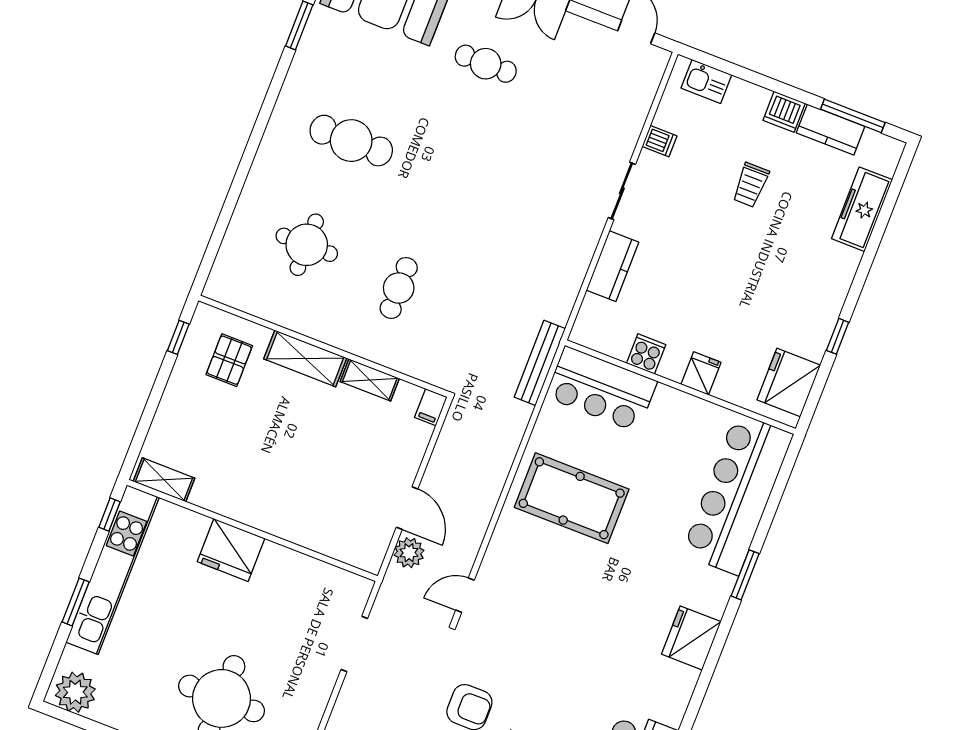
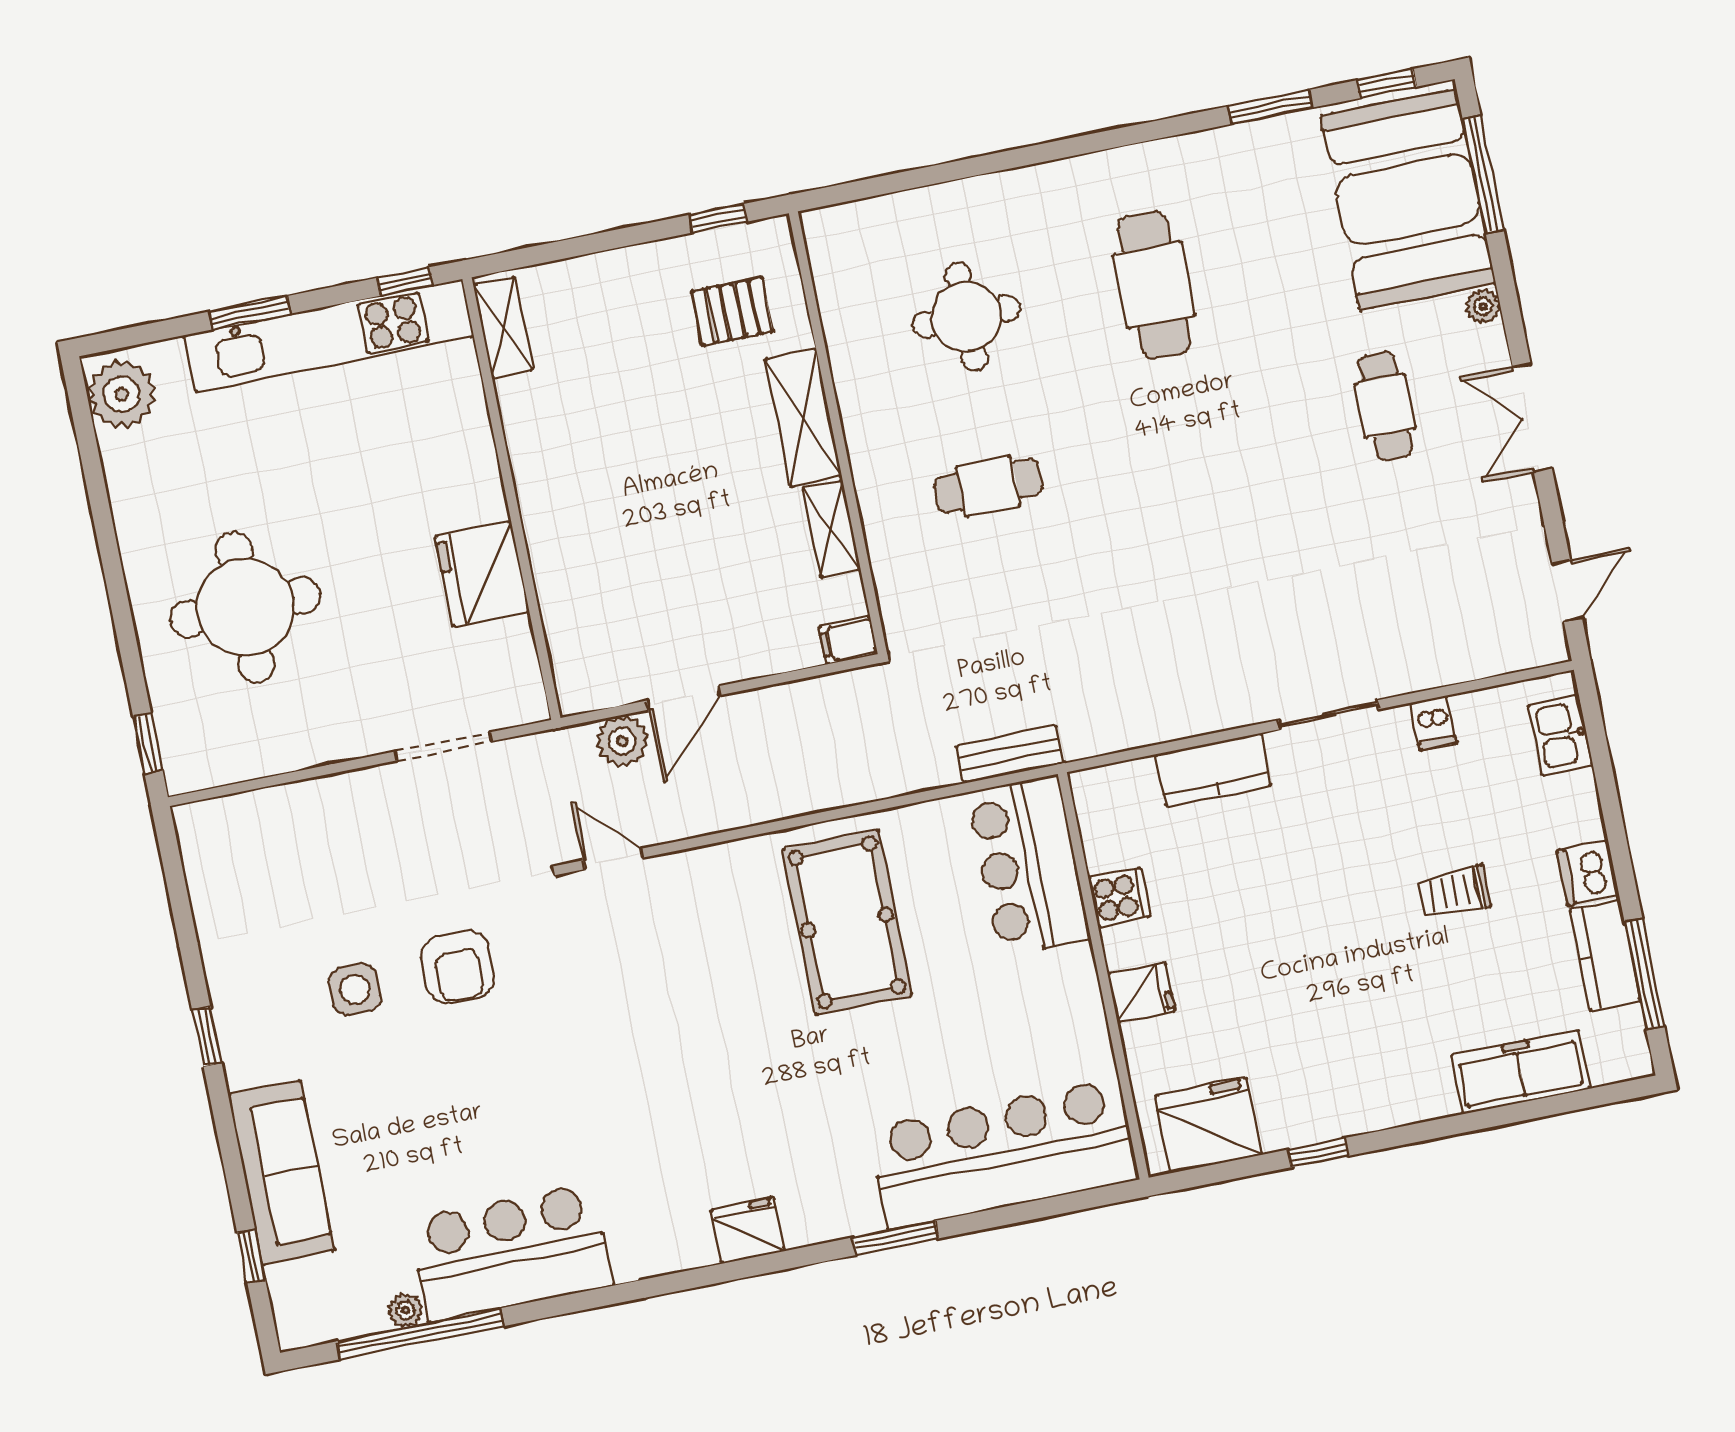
bench: (540, 363) -> (1010, 754), width x0.73
fridge: (231, 550) -> (482, 574), moved
fridge: (691, 638) -> (748, 1230), width x0.73, depth x0.75

